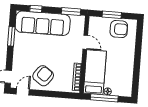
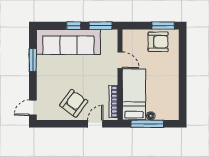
window: (36, 9) -> (74, 26), moved
window: (112, 15) -> (163, 26), moved
door: (23, 92) -> (95, 124), moved

